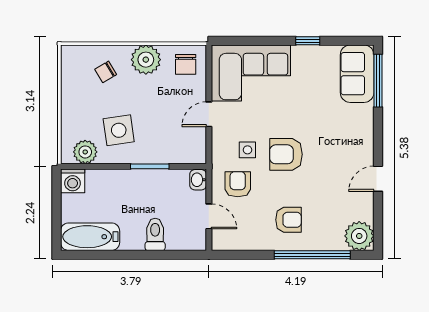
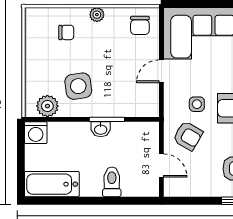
plant: (146, 60) -> (97, 15), width x0.53, depth x0.53
chair: (106, 72) -> (66, 32), turned -149
washbasin: (198, 180) -> (101, 129), moved, turned -90
armchair: (238, 184) -> (188, 136), turned 120

